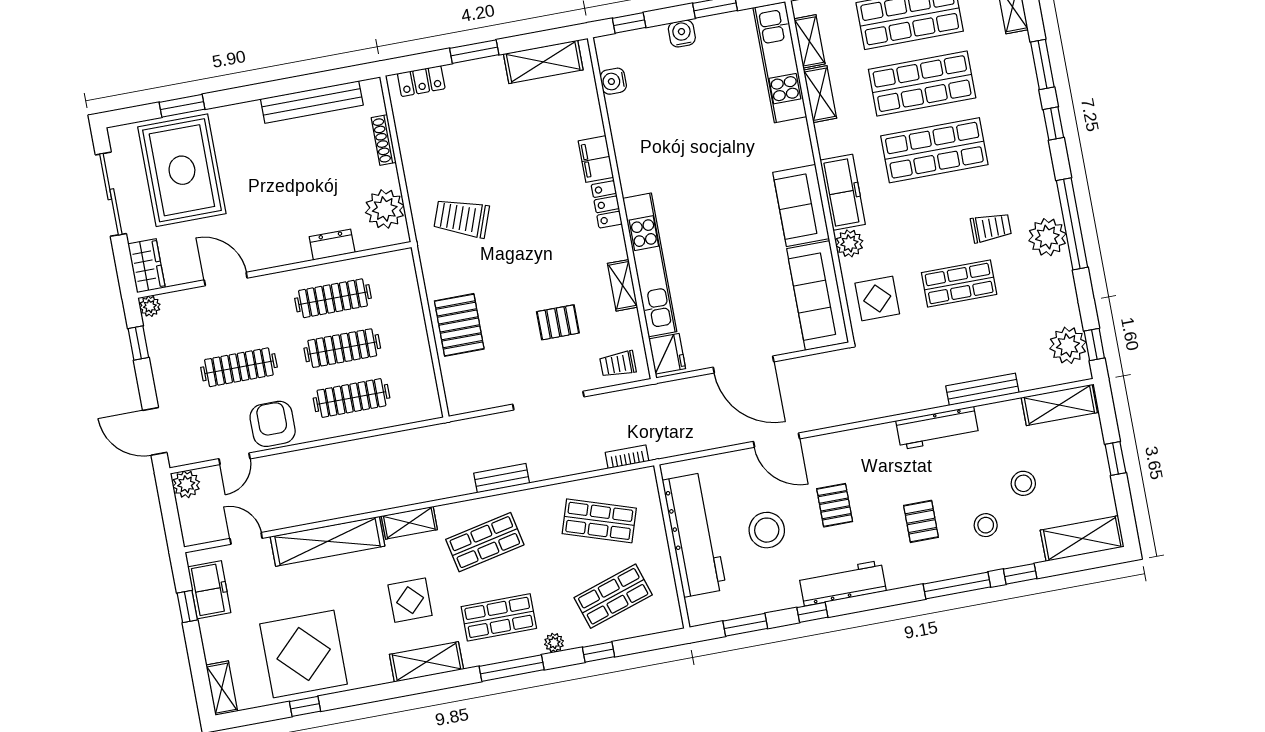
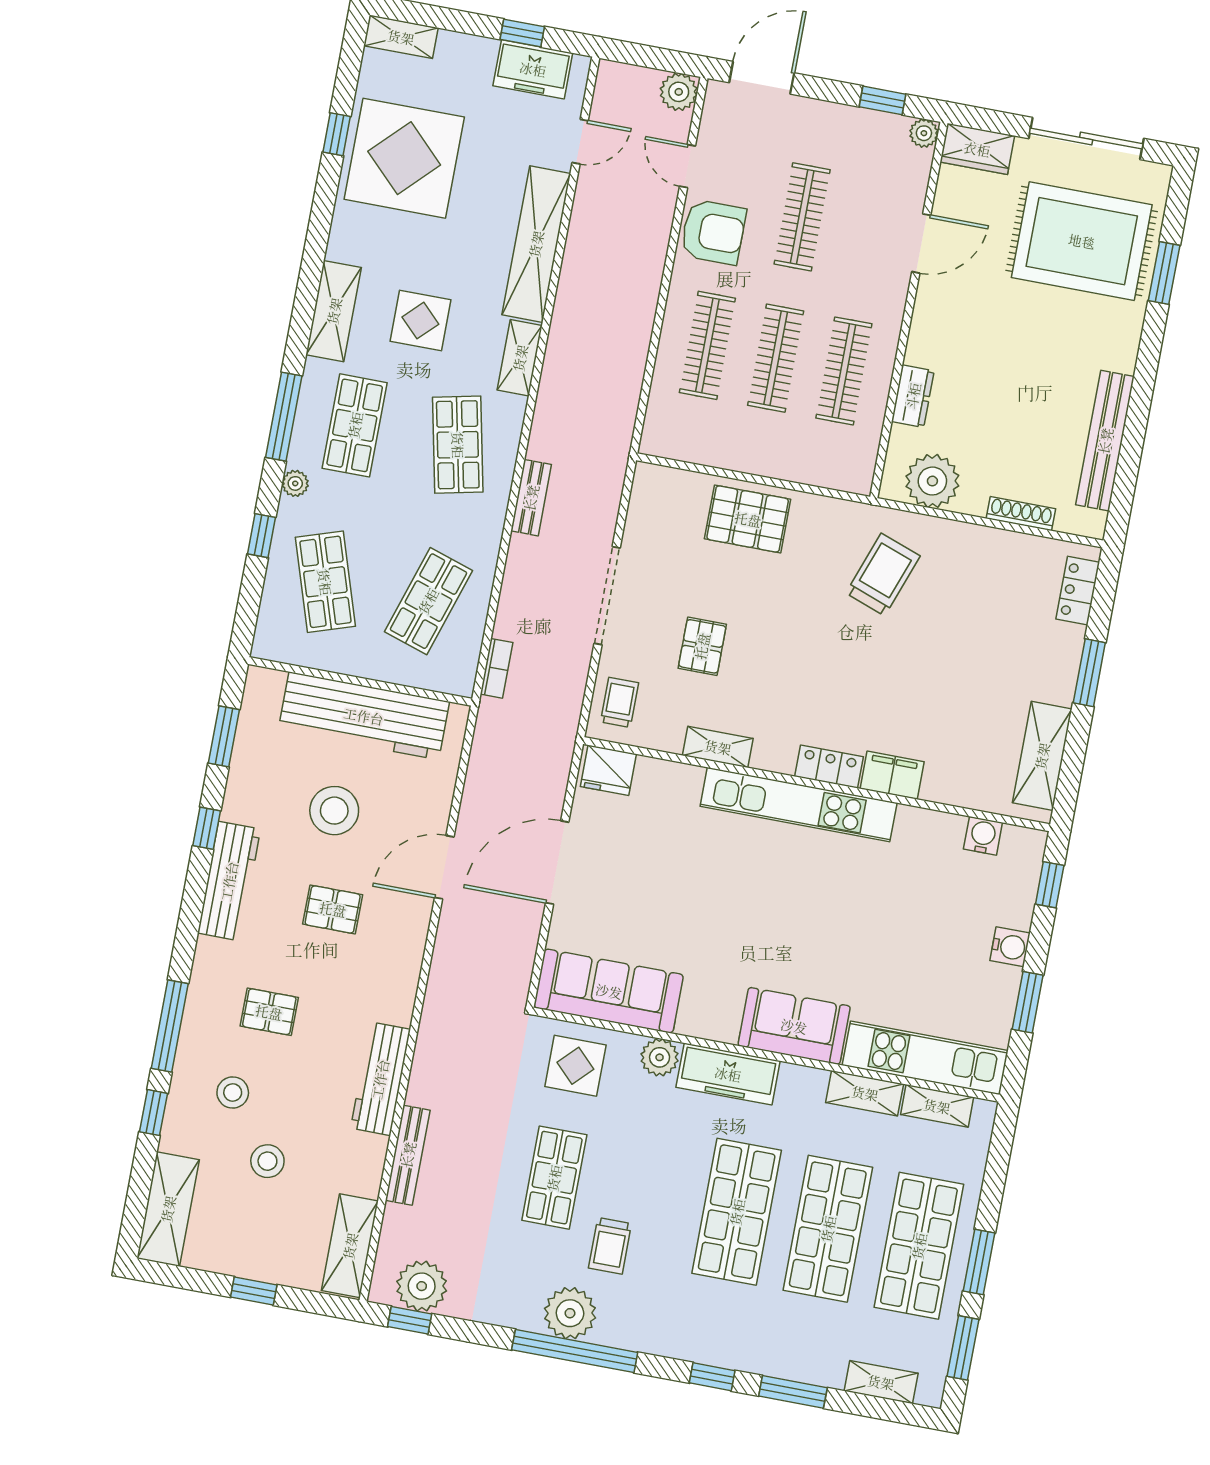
sofa: (801, 206) -> (794, 1026), moved
kitchen unit: (650, 265) -> (799, 805), moved

